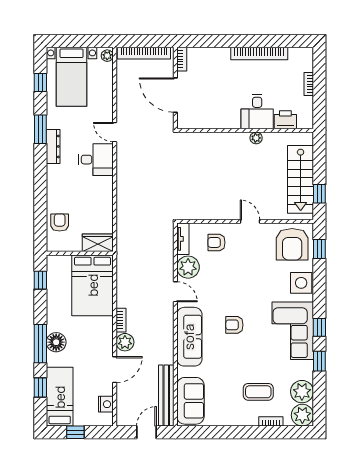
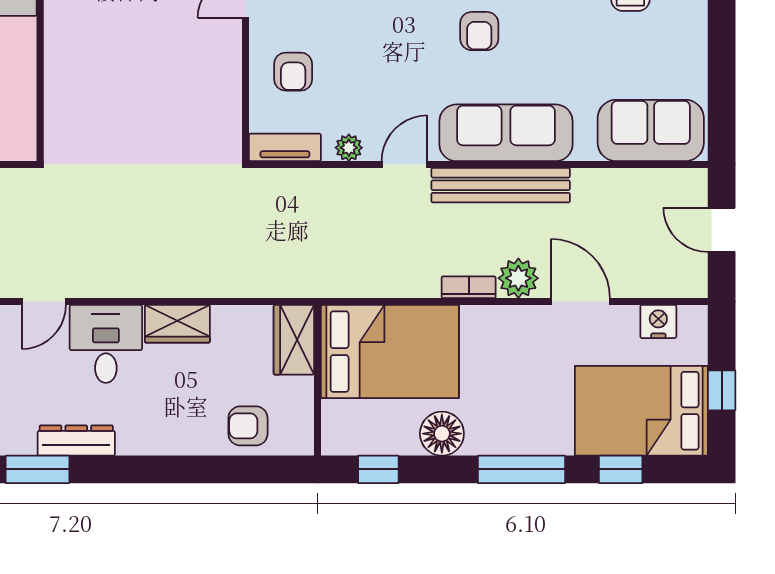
wardrobe: (105, 191) -> (177, 324), added
plant: (188, 267) -> (349, 148), width x0.53, depth x0.53
floor lamp: (56, 342) -> (442, 434), moved
bench: (166, 395) -> (501, 185), moved
bed: (60, 397) -> (641, 411), width x1.50

